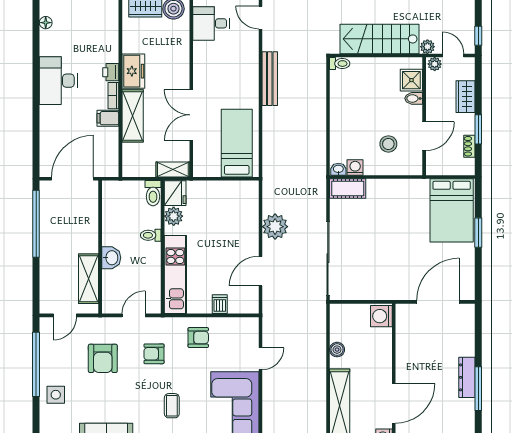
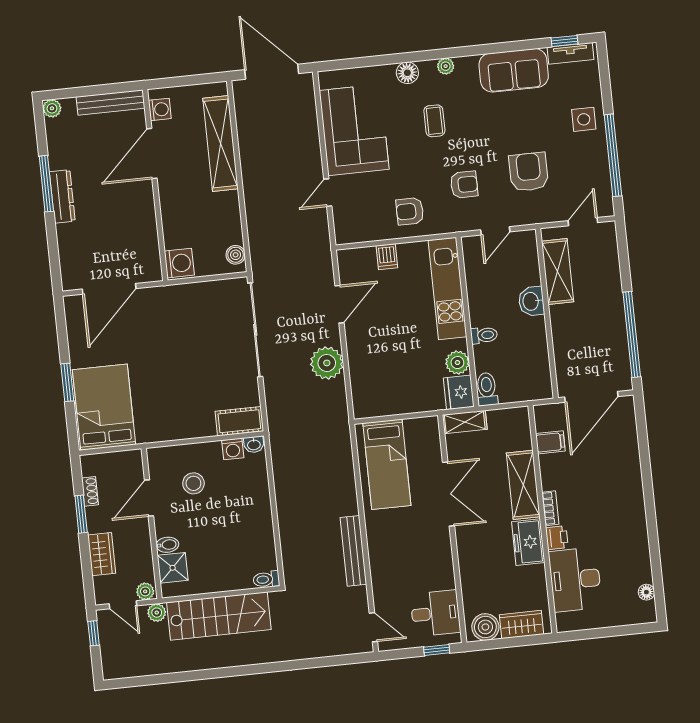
desk: (58, 81) -> (575, 580), moved, turned 180
filing cabinet: (108, 118) -> (550, 442), moved
boiler: (337, 350) -> (236, 255), moved

